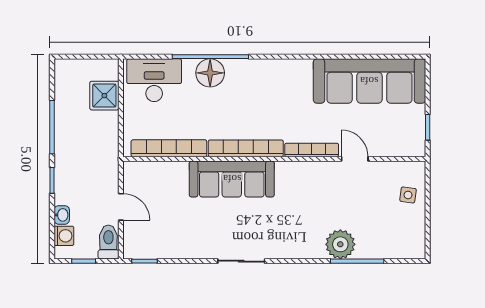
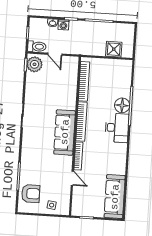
desk: (154, 80) -> (117, 128), moved
sofa: (369, 81) -> (115, 197), width x0.74, depth x0.79
door: (355, 159) -> (72, 178), hinge flipped
sofa: (232, 179) -> (65, 132), moved
door: (121, 207) -> (55, 54), hinge flipped
washing machine: (64, 236) -> (63, 25), moved
armchair: (389, 236) -> (31, 194), added
plant: (340, 244) -> (35, 64), moved

